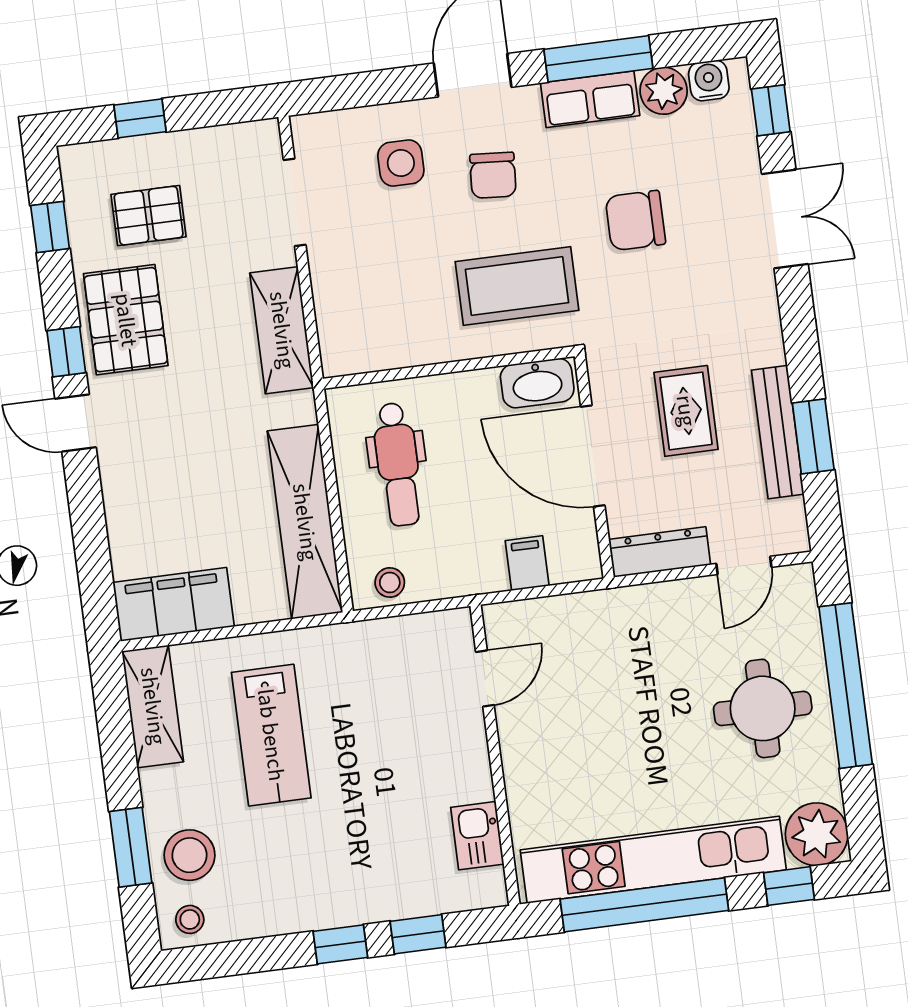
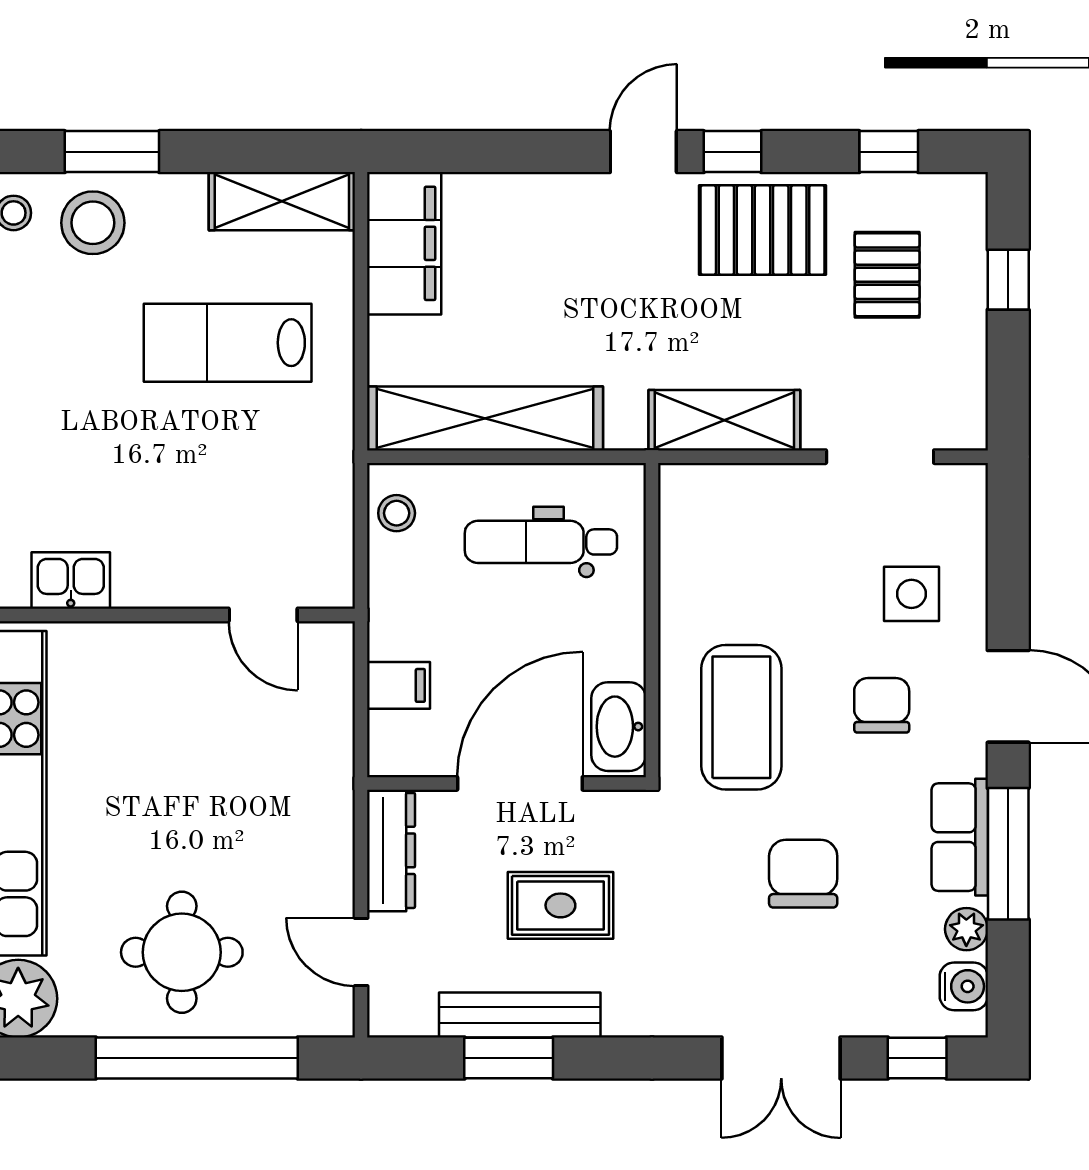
plant: (664, 91) -> (966, 929), width x0.73, depth x0.73
chair: (493, 175) -> (882, 705), turned 86

